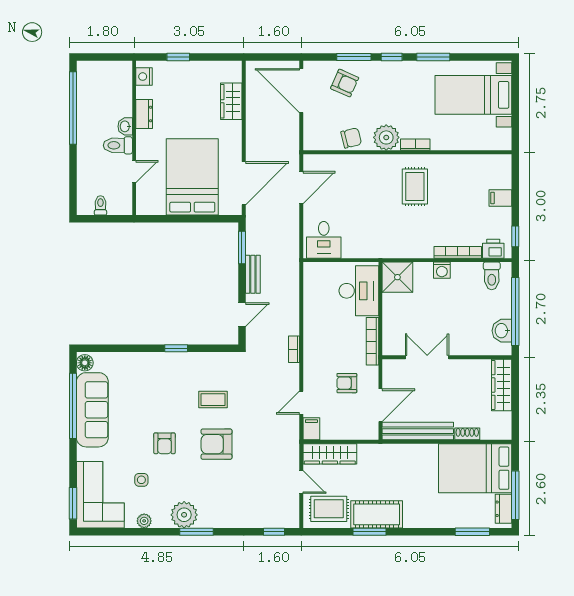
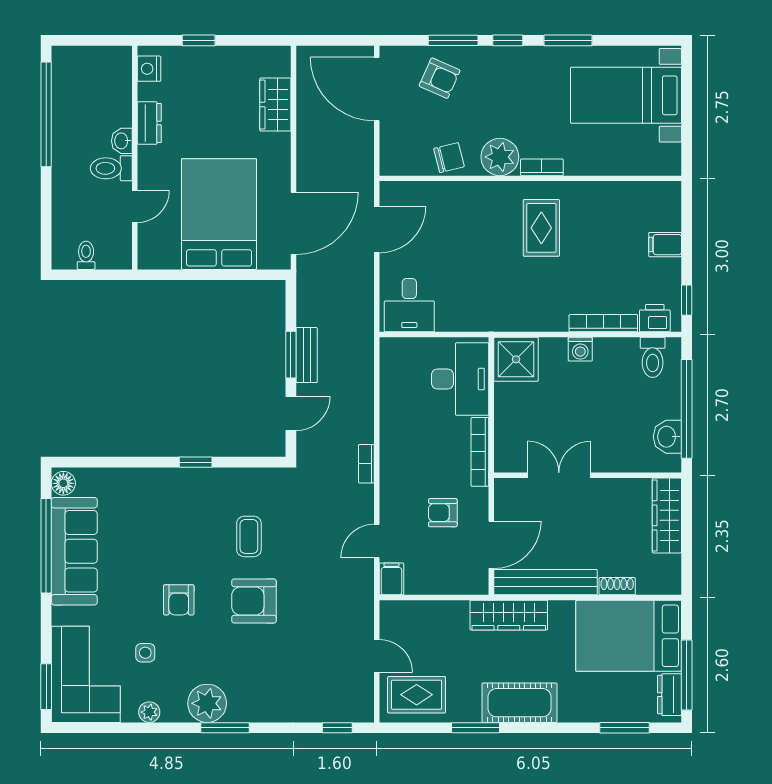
window: (242, 248) -> (291, 355), moved
coffee table: (213, 400) -> (249, 536), turned 90
wardrobe: (330, 454) -> (509, 615), moved
cot: (377, 514) -> (519, 703), moved

